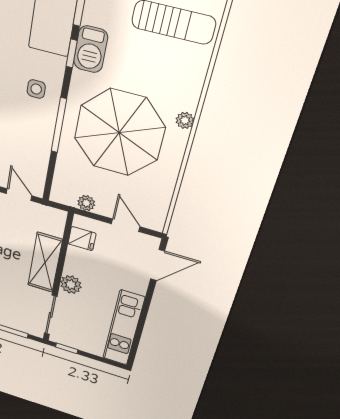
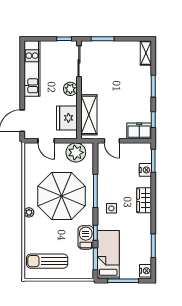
plant: (86, 203) -> (76, 152), width x1.88, depth x1.88
fridge: (82, 239) -> (67, 118), width x1.88, depth x1.34
shelving: (45, 263) -> (89, 115), moved

